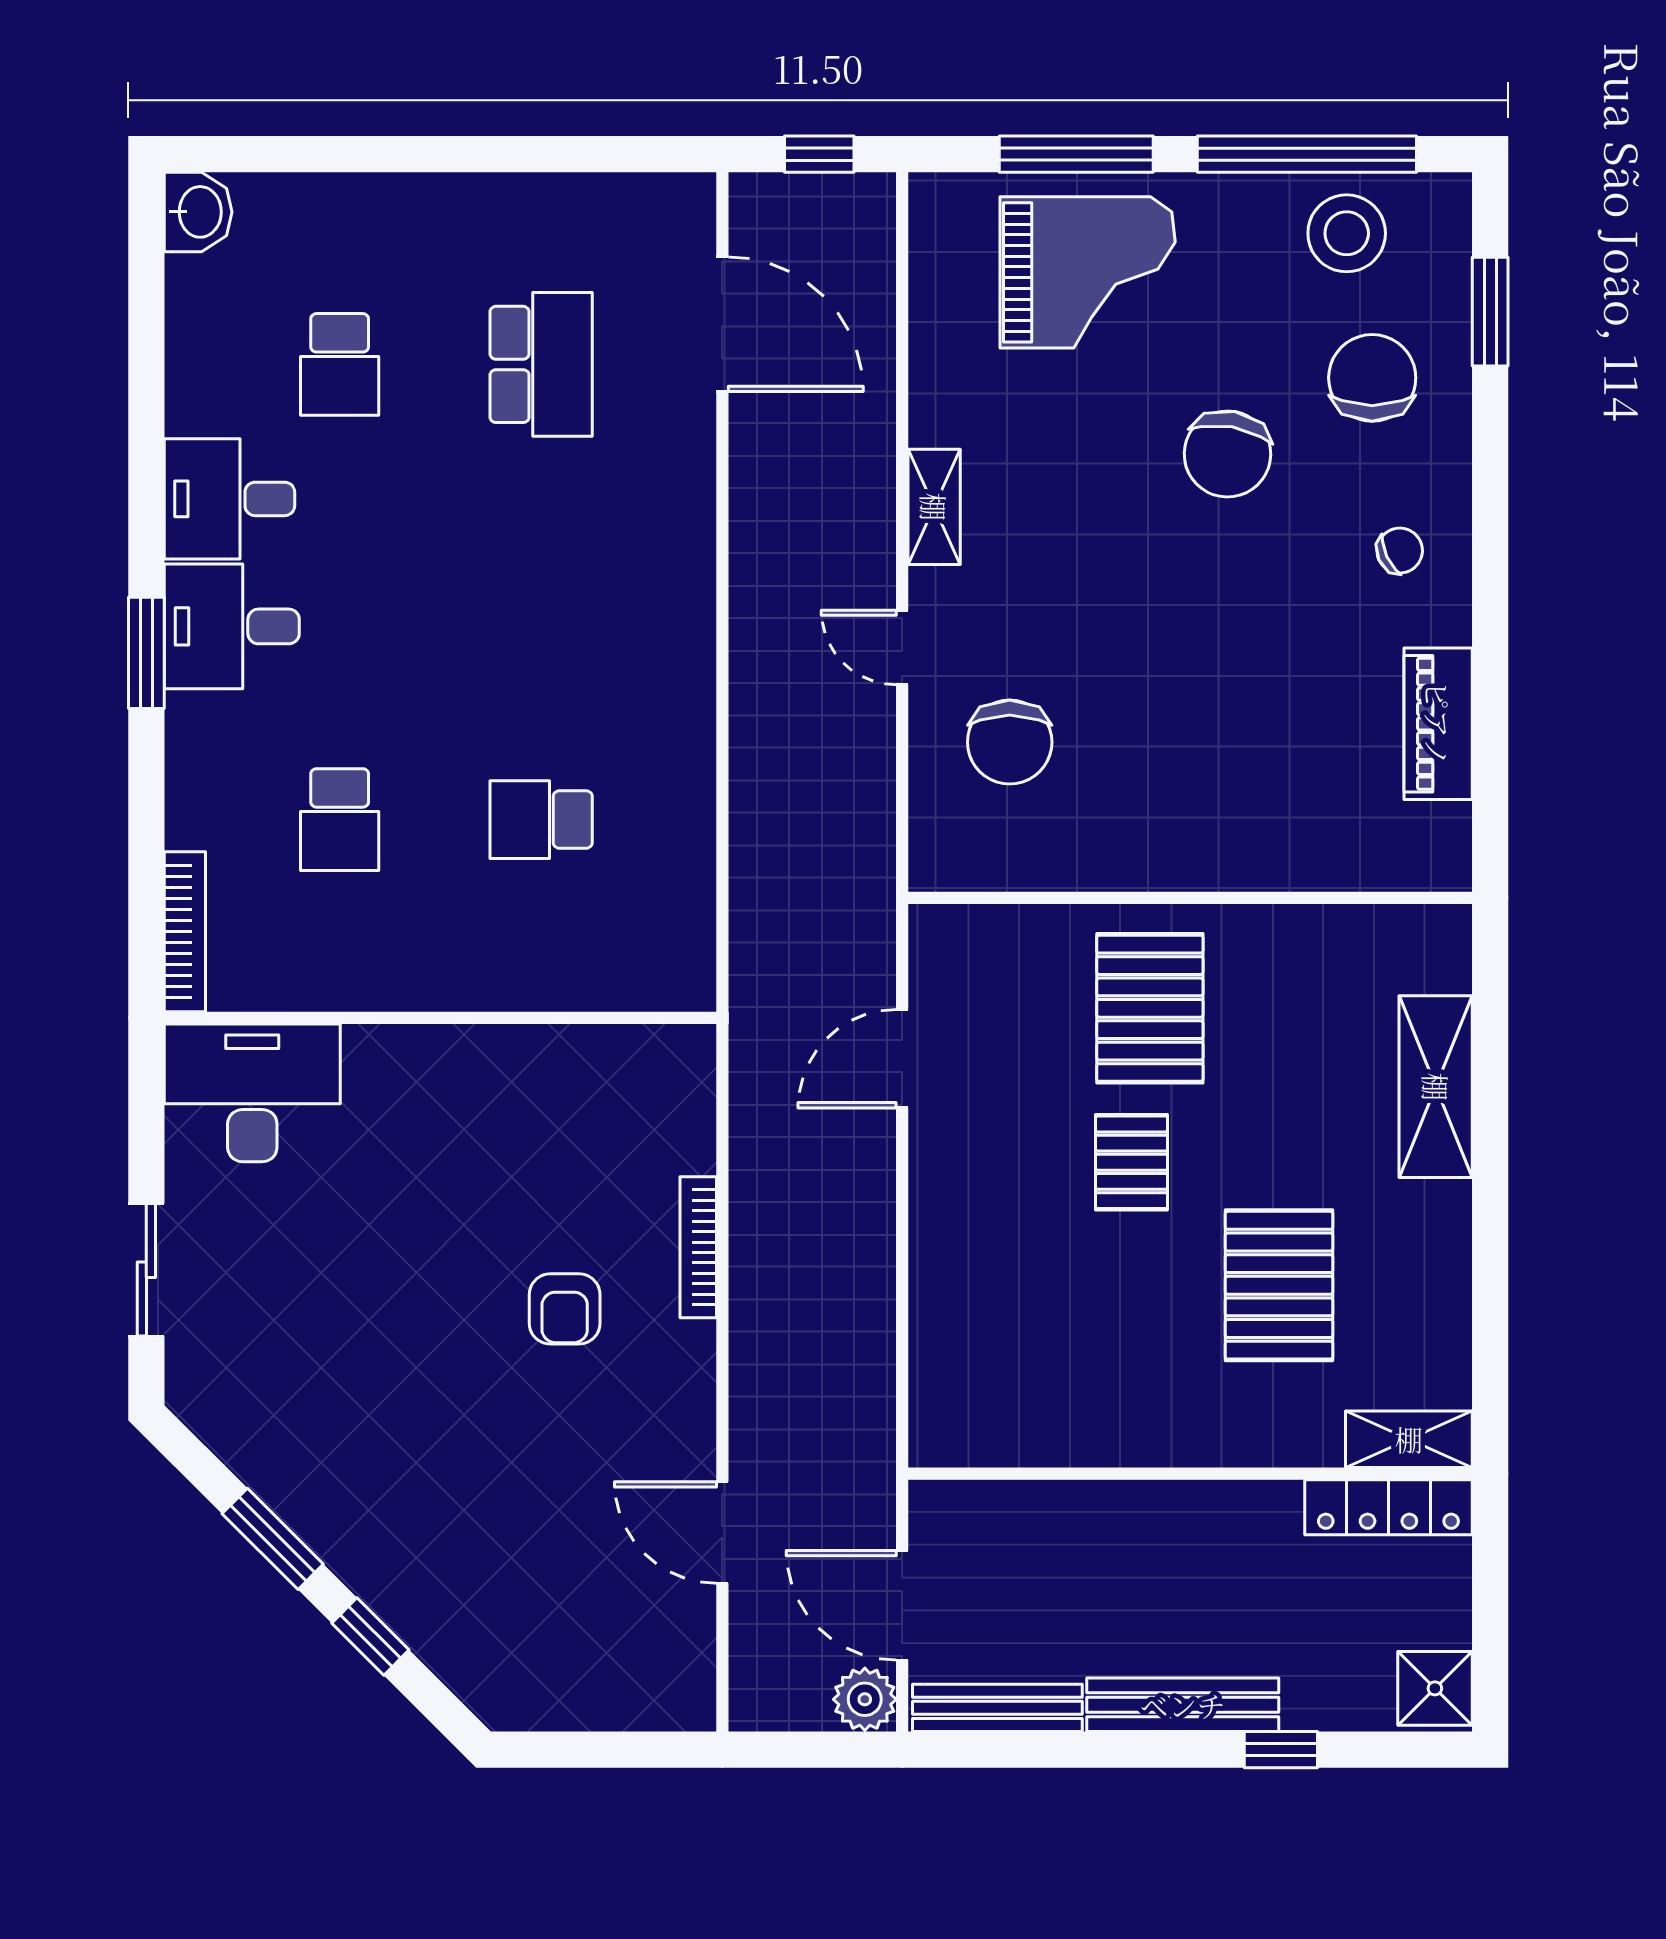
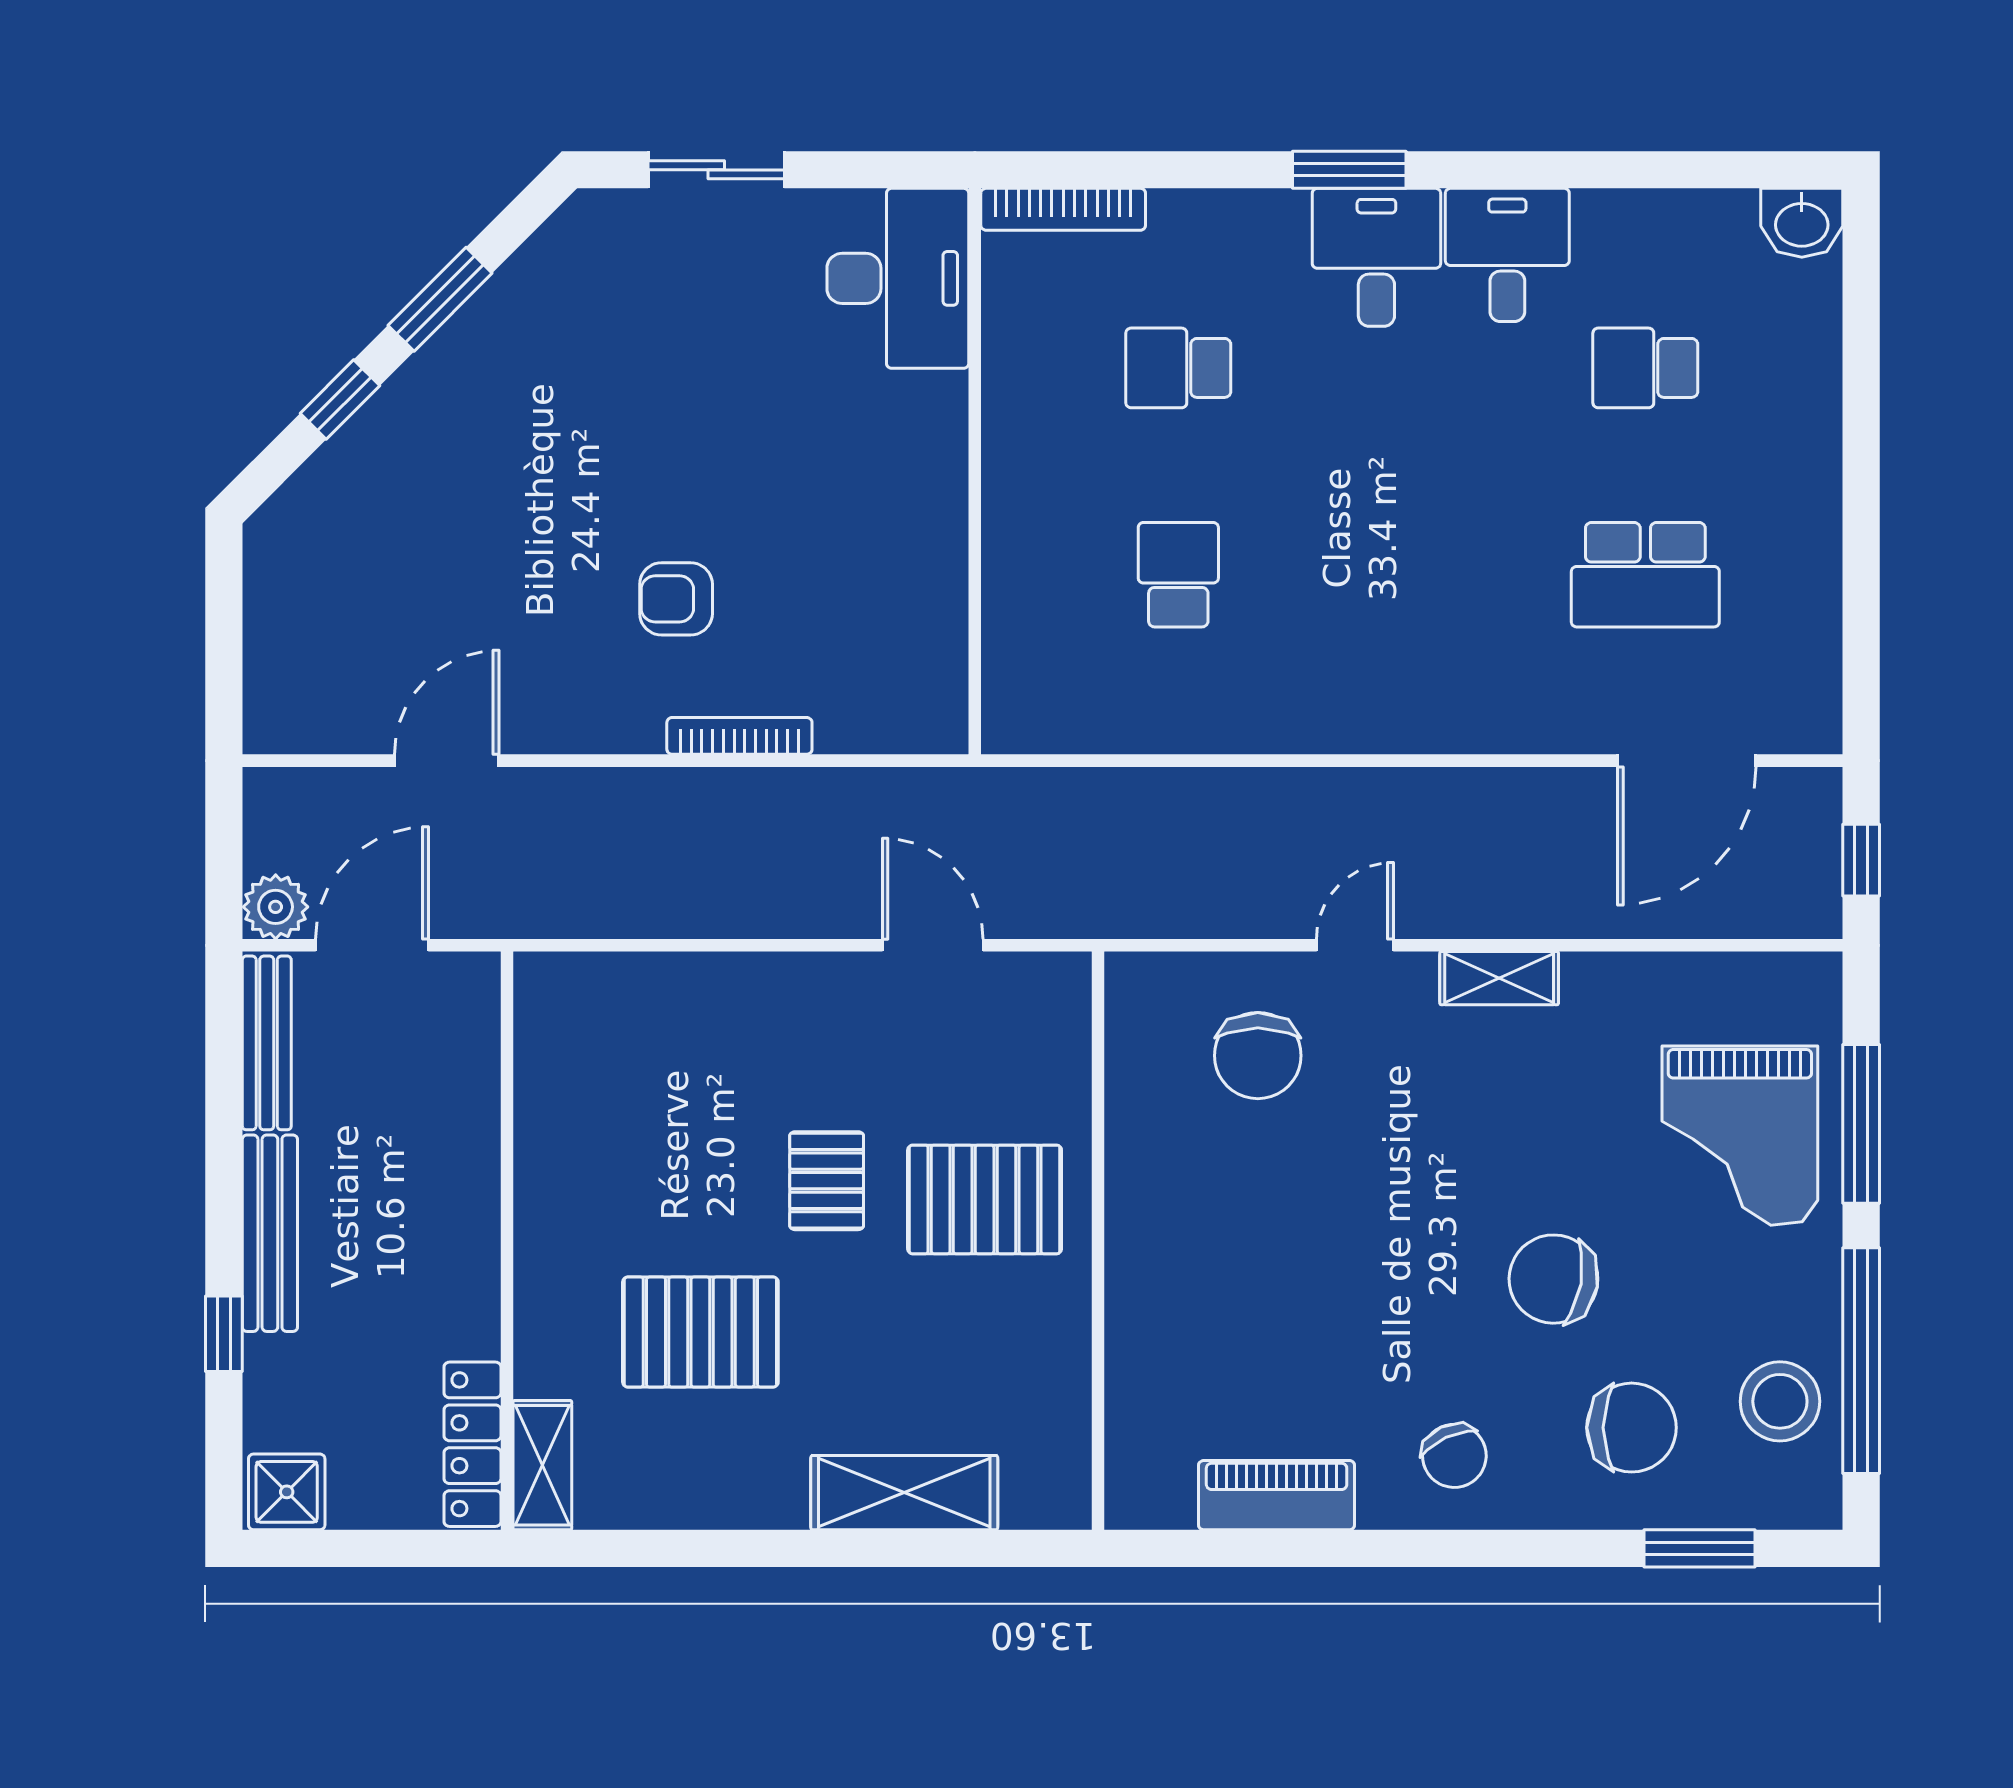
chair: (1400, 551) -> (1454, 1456), width x1.37, depth x1.37
chair: (1010, 742) -> (1258, 1056), turned -90
pallet: (1132, 1162) -> (827, 1181), turned 90

